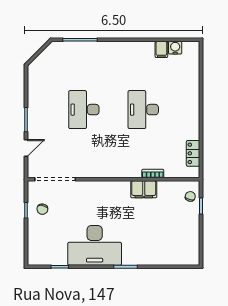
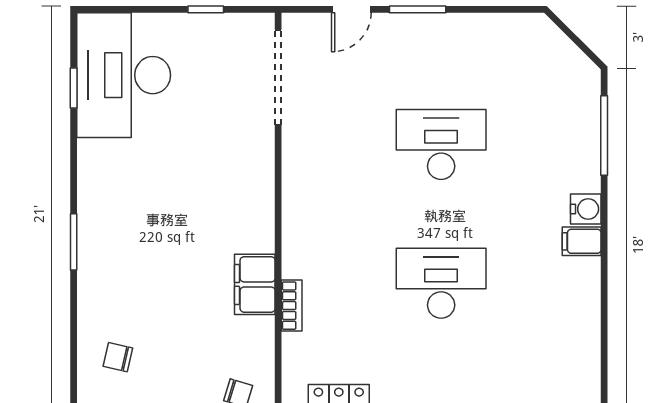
water cooler: (175, 48) -> (586, 209), moved
filing cabinet: (161, 49) -> (582, 241), moved
door: (26, 148) -> (351, 9), hinge flipped
chair: (42, 209) -> (118, 357), moved
desk: (95, 245) -> (124, 75), moved

